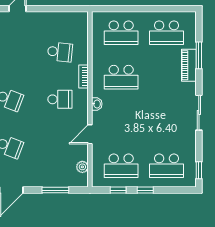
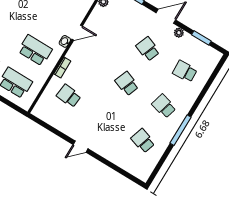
school desk: (60, 99) -> (90, 61), removed
door: (90, 134) -> (77, 33), moved

